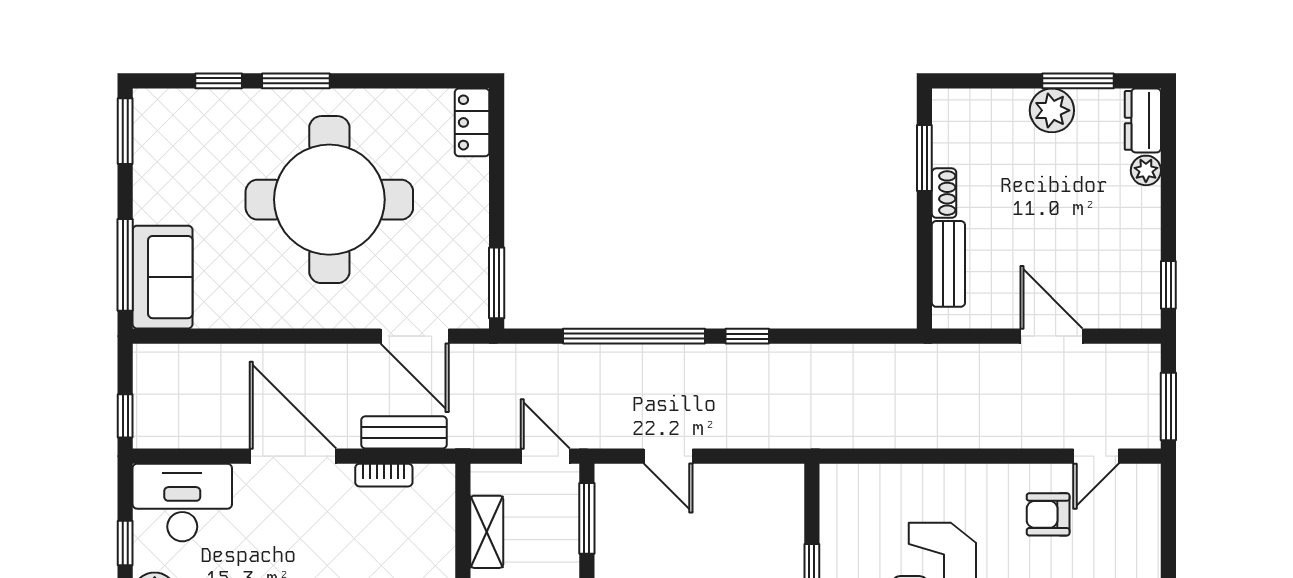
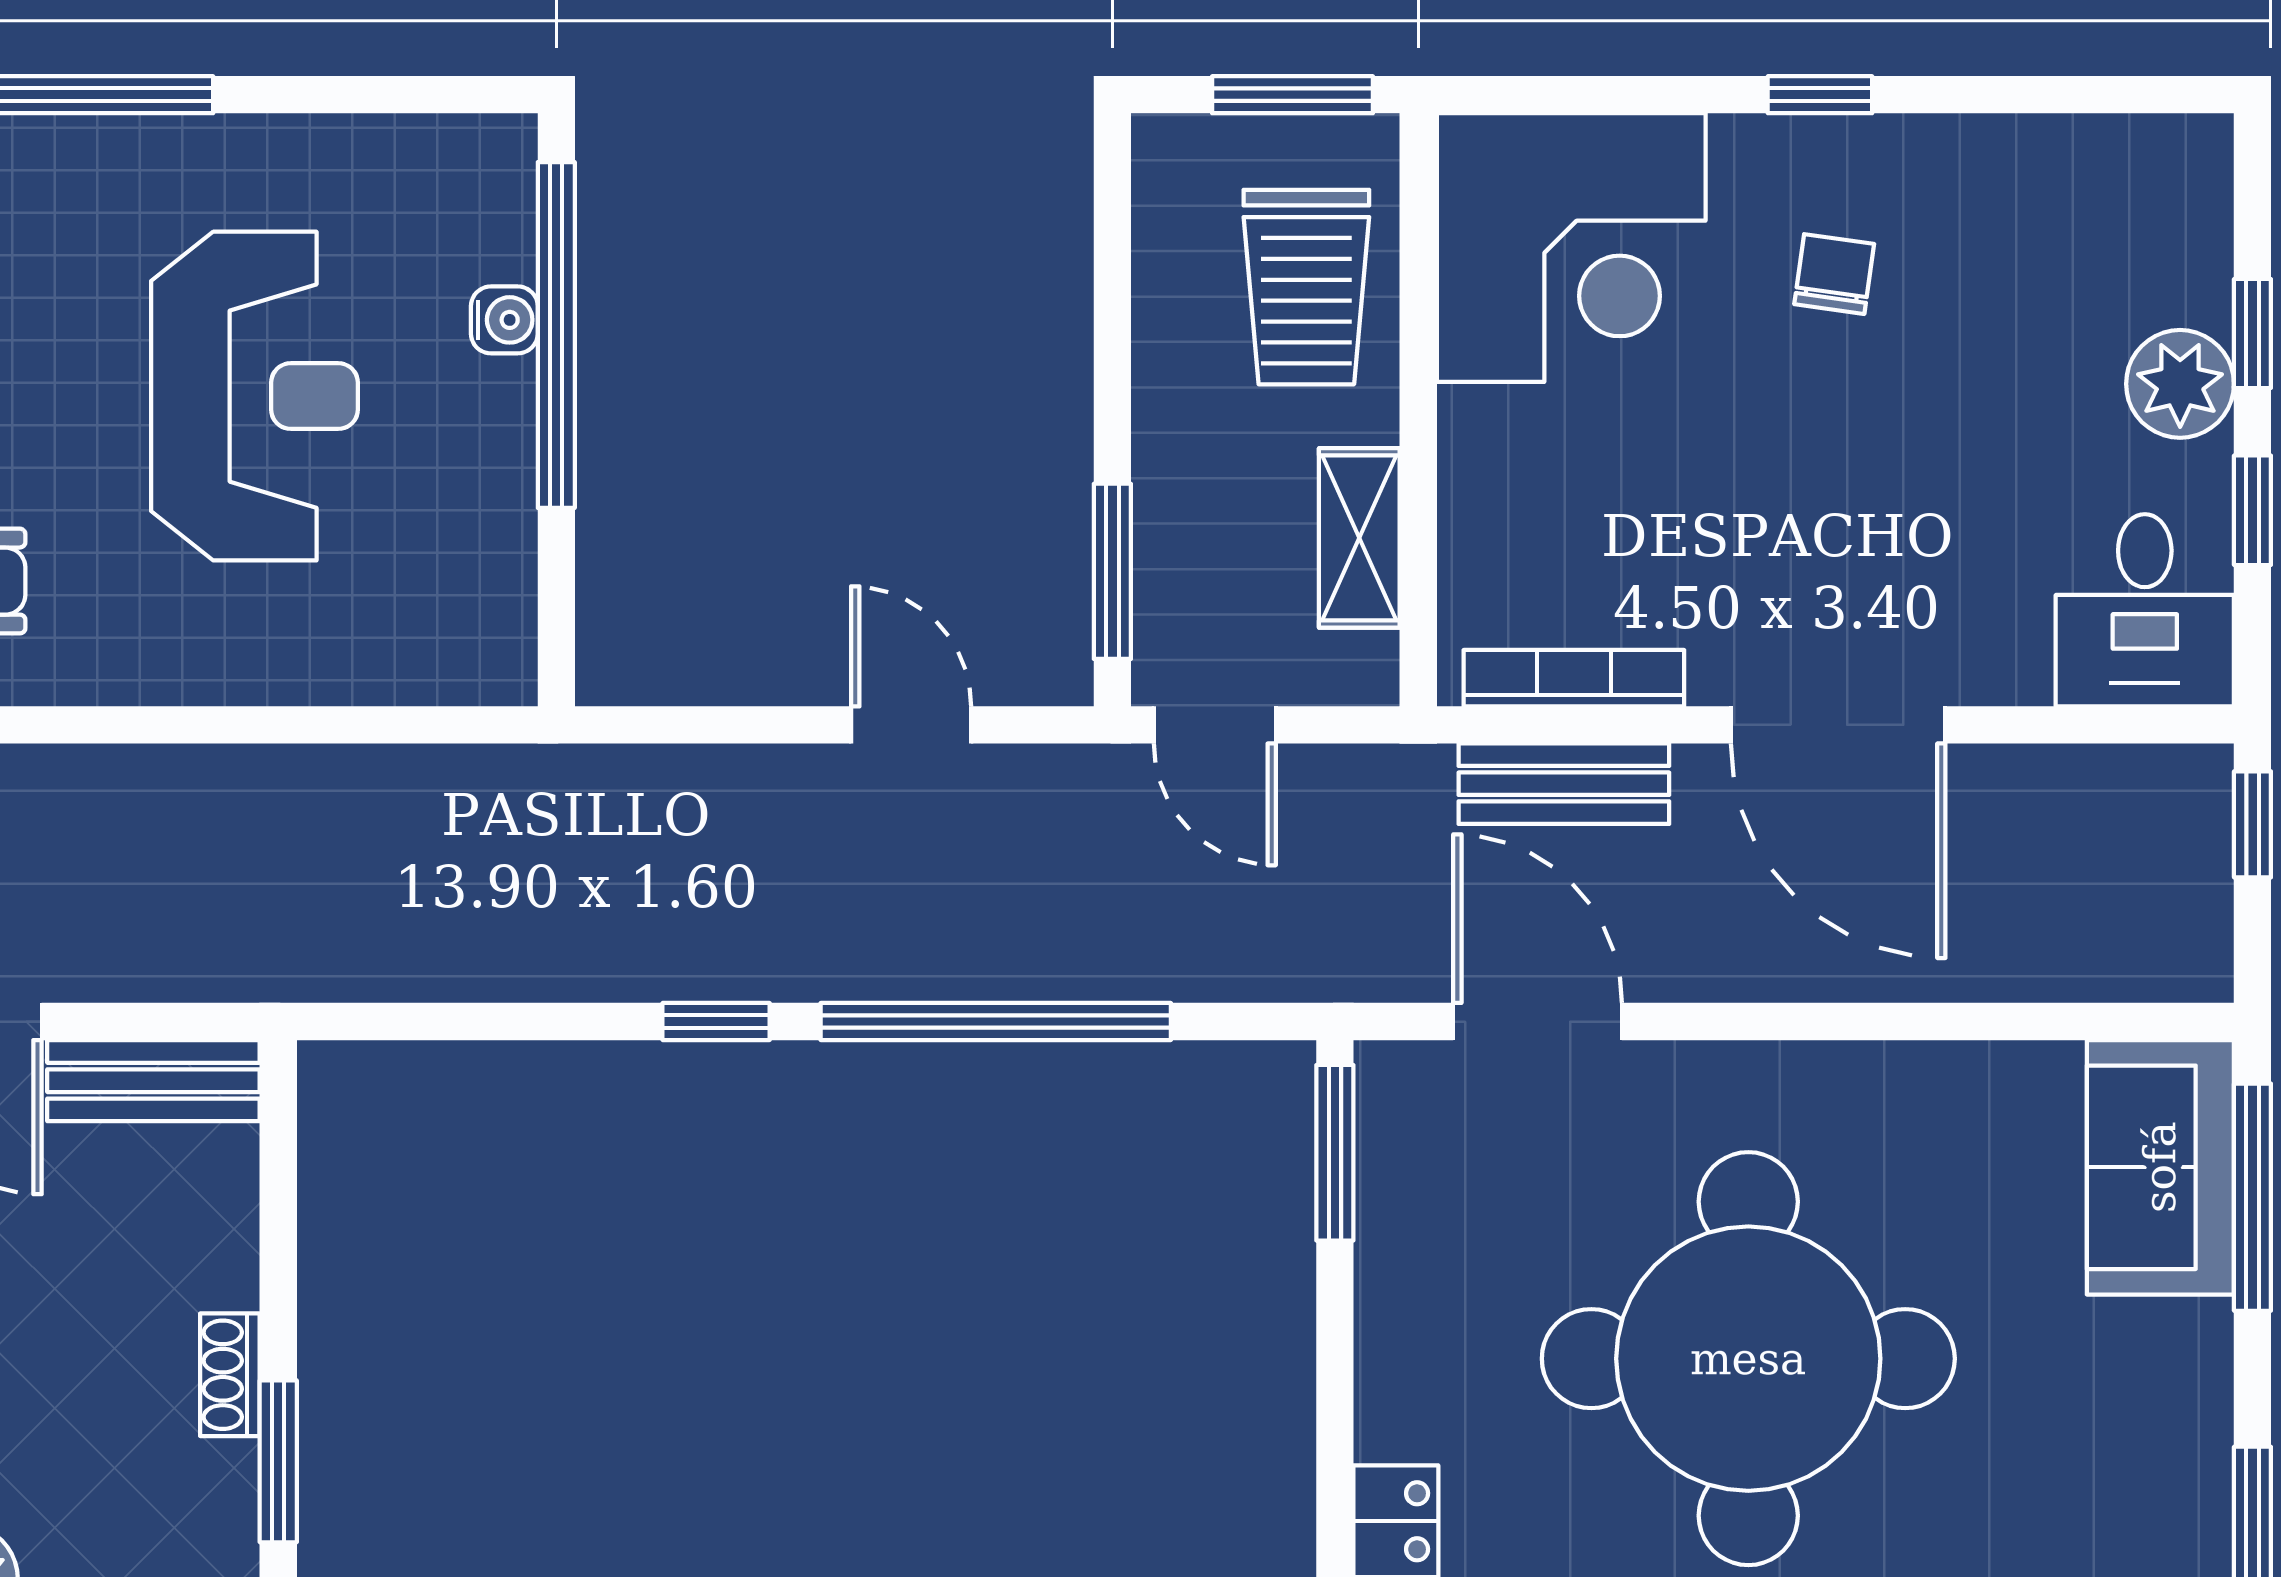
bench: (948, 264) -> (153, 1081), moved, turned 90
bookcase: (384, 475) -> (1574, 678), width x1.56
desk: (182, 503) -> (2145, 610), width x0.73

